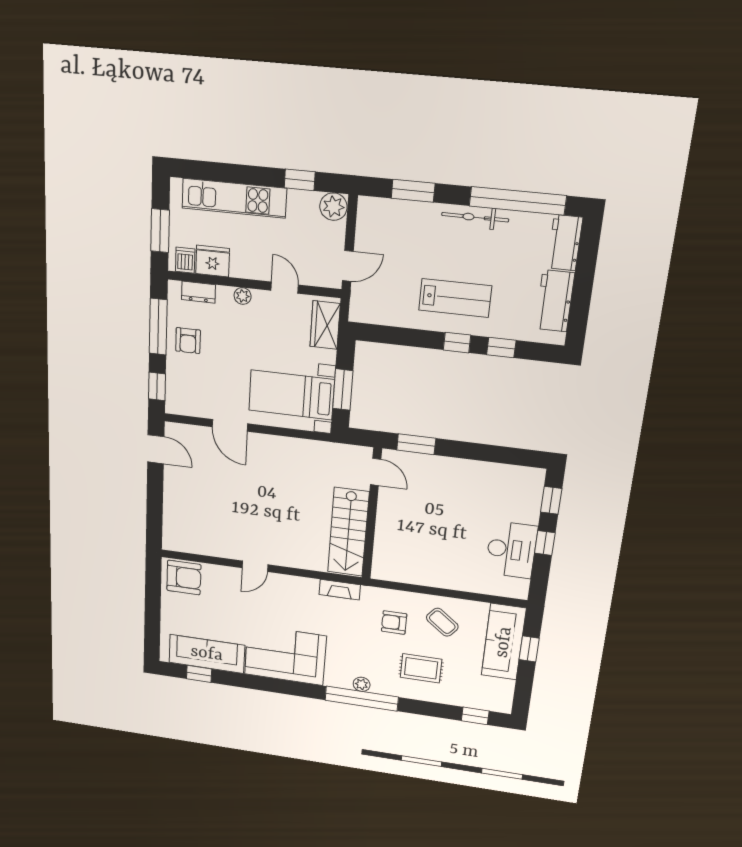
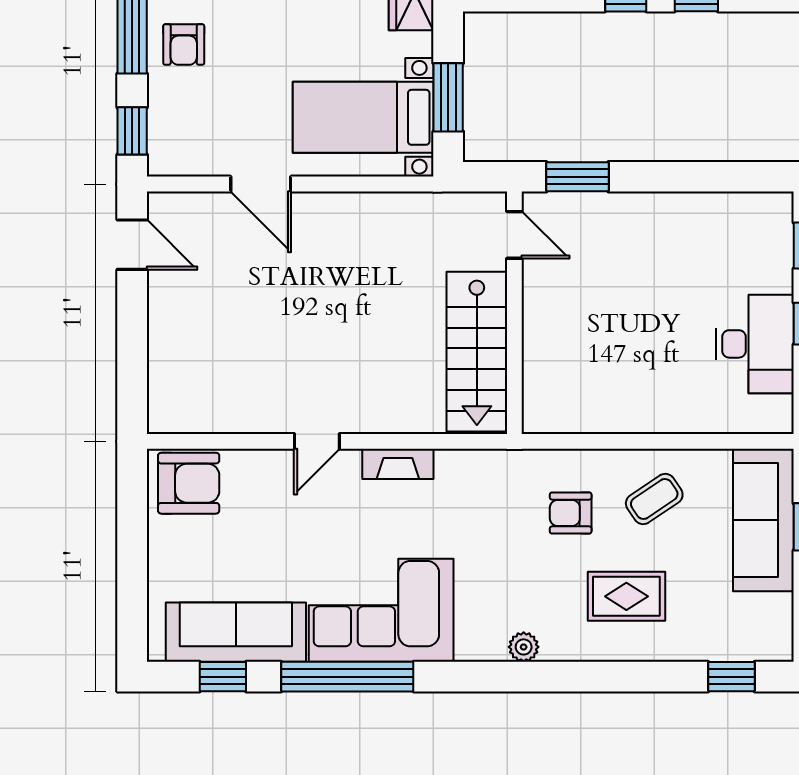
fireplace: (340, 590) -> (398, 464), moved
coffee table: (442, 622) -> (654, 499), turned -72
window: (362, 699) -> (347, 677), moved

